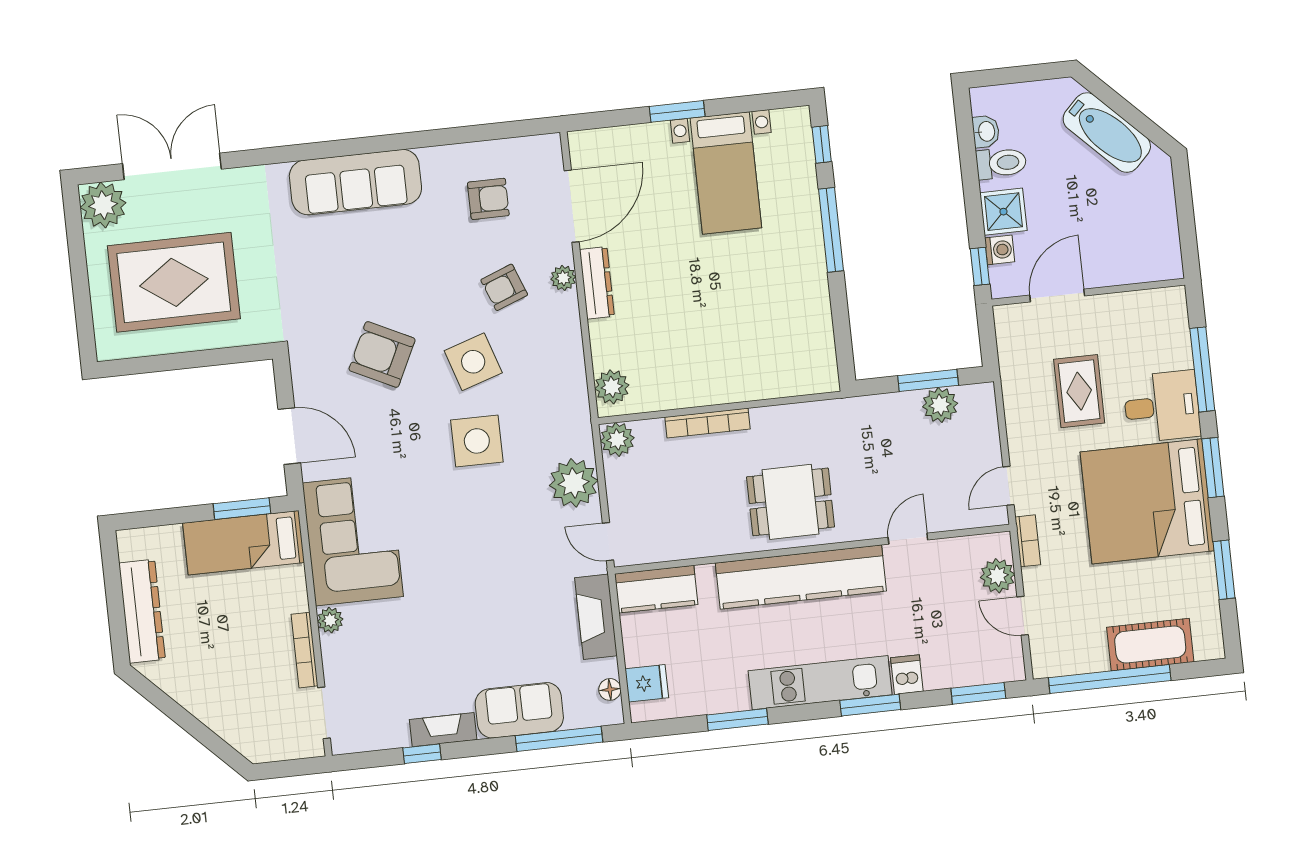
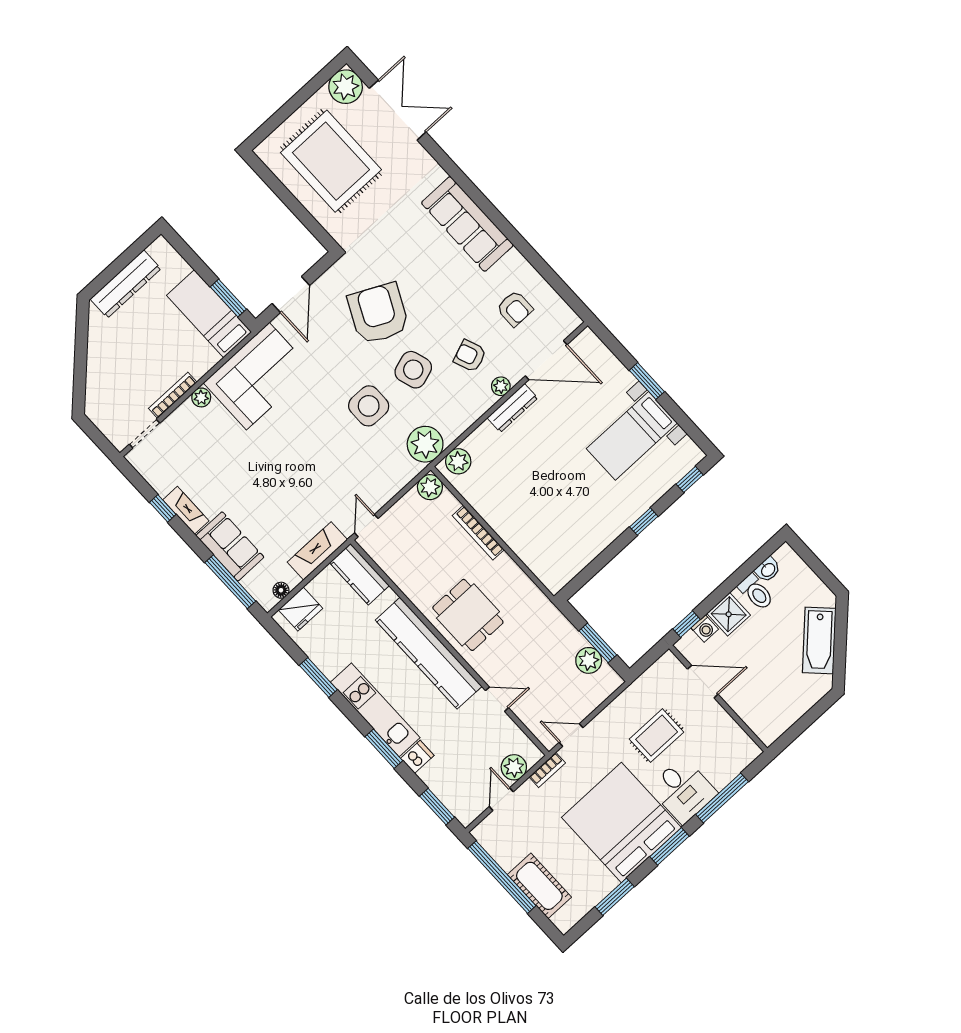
window: (831, 230) -> (644, 522), width x0.46
armchair: (382, 354) -> (378, 313), width x1.36, depth x1.36
plant: (574, 483) -> (425, 444), moved
fridge: (647, 683) -> (300, 609), width x1.38

